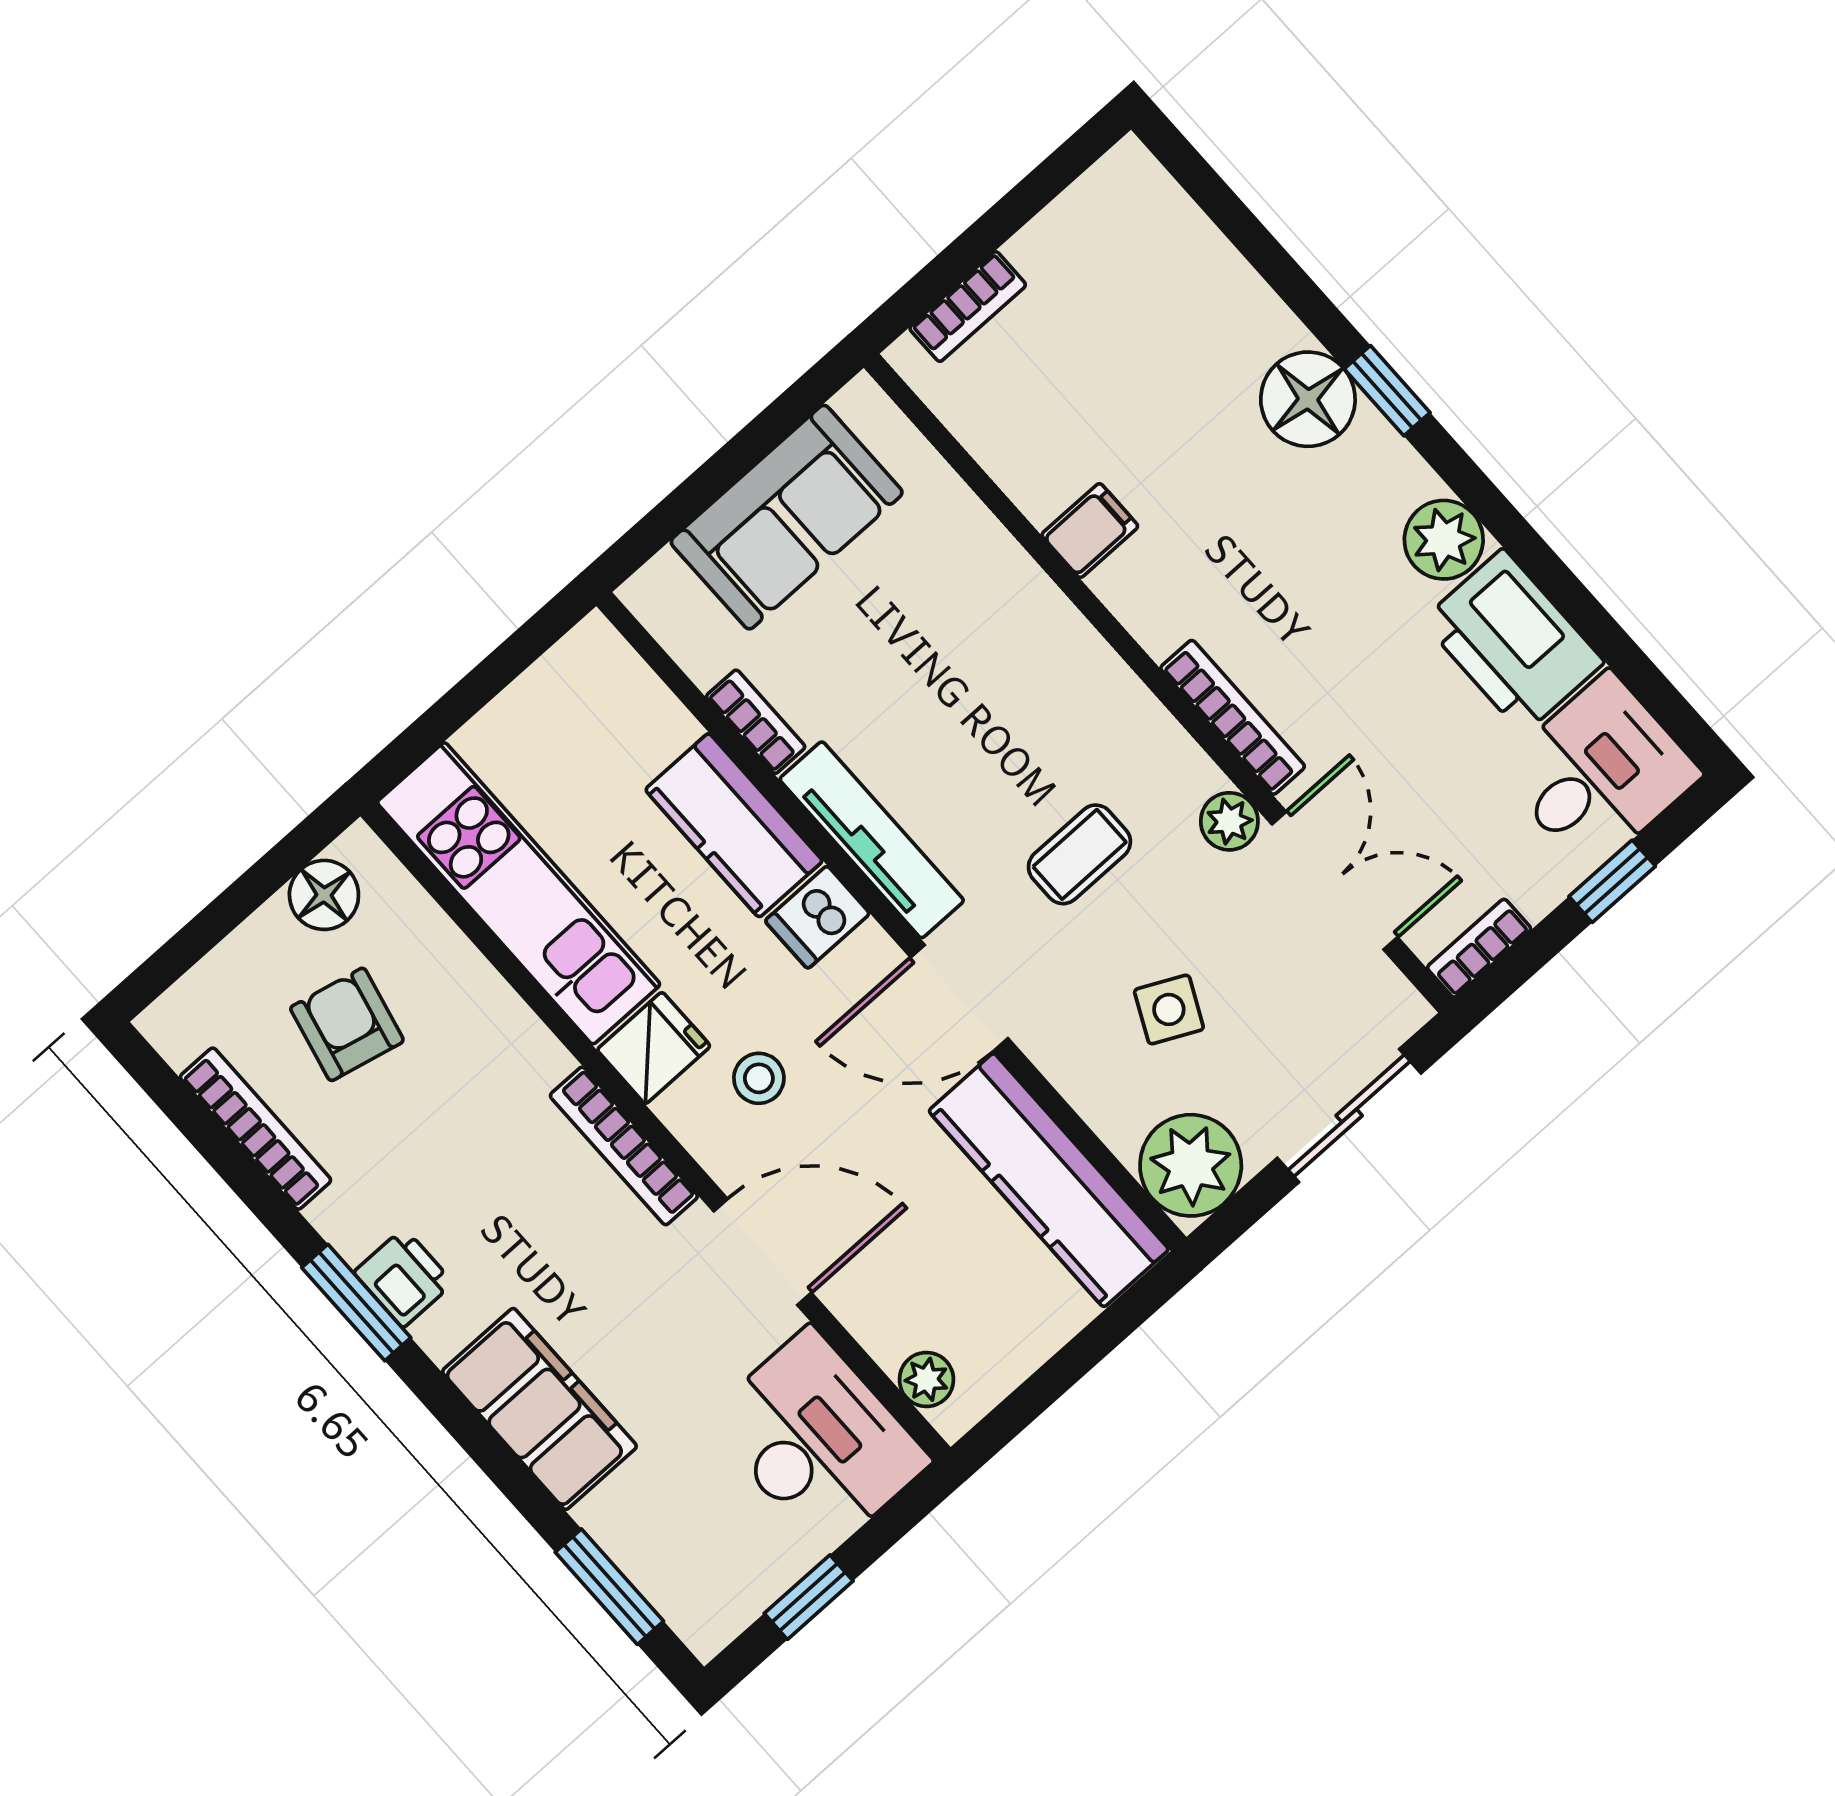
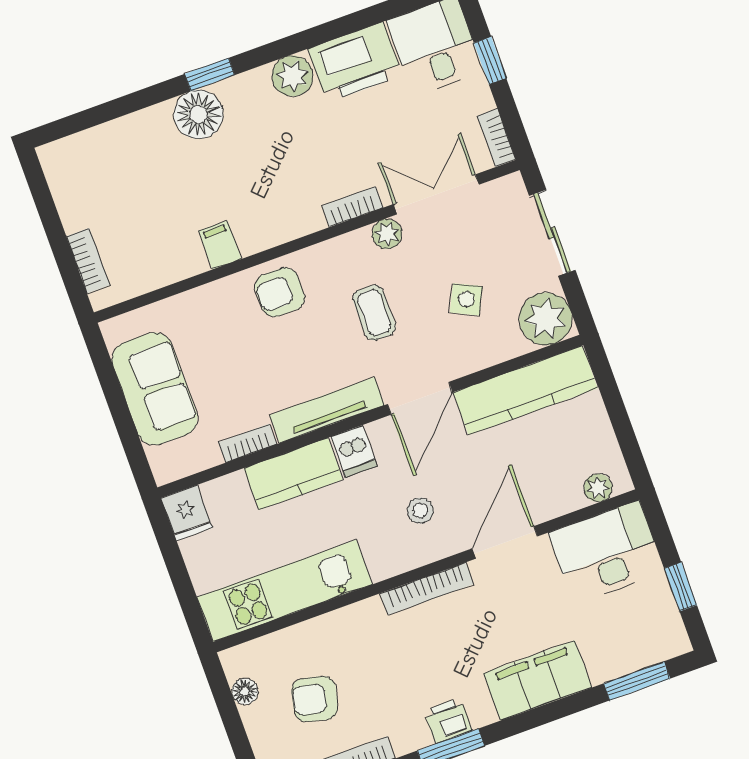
armchair: (1048, 671) -> (280, 292), added
bookcase: (1233, 717) -> (353, 207), width x0.64
floor lamp: (324, 895) -> (245, 691), width x0.73, depth x0.73
fridge: (654, 1048) -> (187, 513), moved, turned 180

